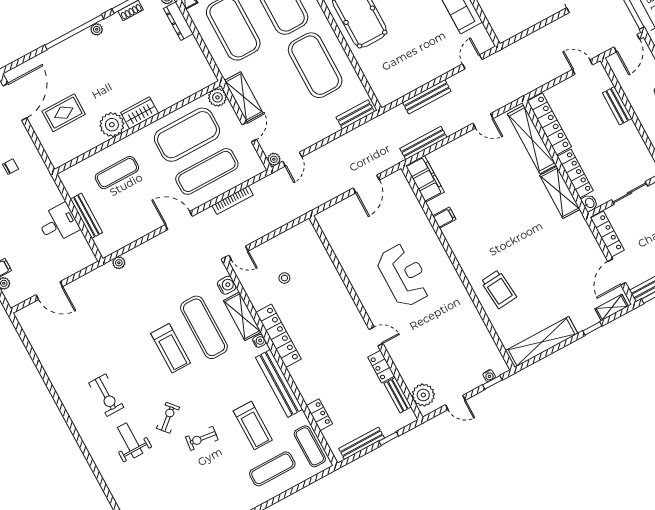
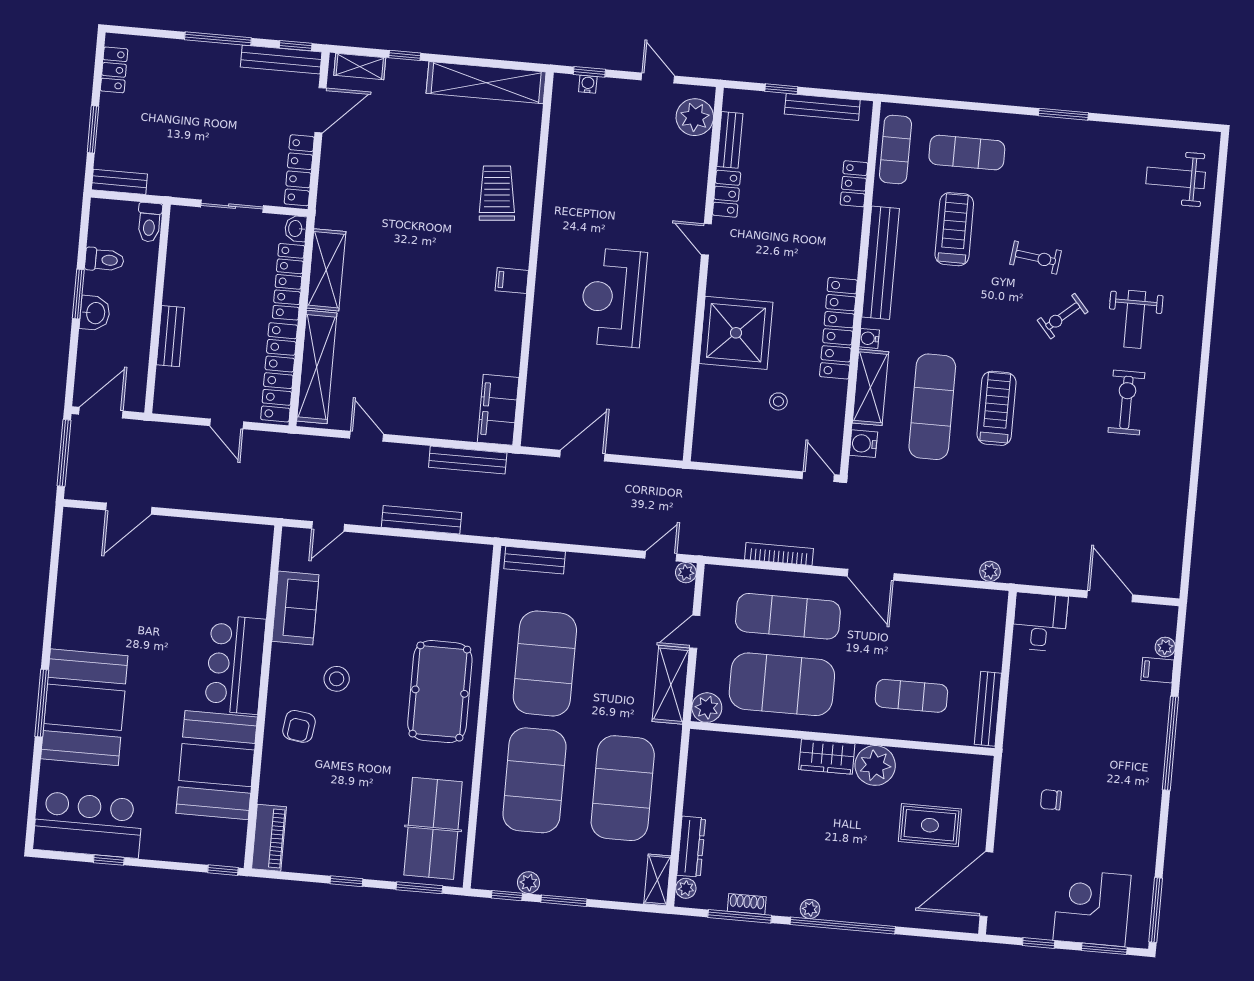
door: (583, 67) -> (227, 424), moved
bench: (86, 216) -> (988, 709), moved
filing cabinet: (444, 218) -> (512, 281), moved
desk: (58, 223) -> (1040, 622), moved, turned 90
shower: (329, 299) -> (736, 333), added

